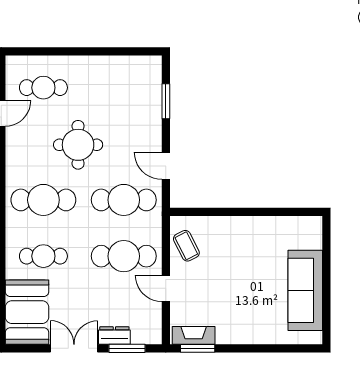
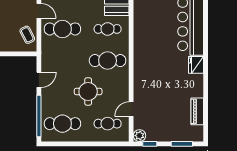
window: (166, 101) -> (39, 116), width x2.11
door: (166, 166) -> (39, 80), hinge flipped
cafe table: (124, 200) -> (62, 124), moved

